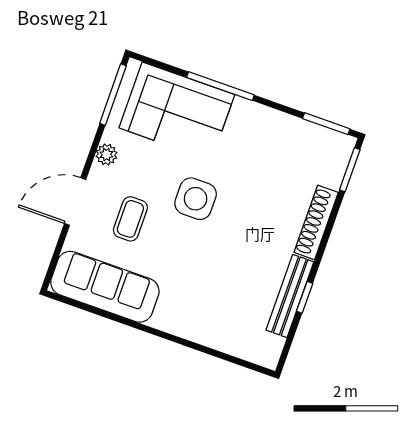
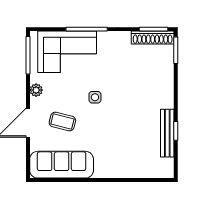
side table: (196, 199) -> (95, 97), width x0.54, depth x0.54
coffee table: (130, 219) -> (62, 122), turned -76
shoe rack: (316, 222) -> (153, 38), moved, turned -90

